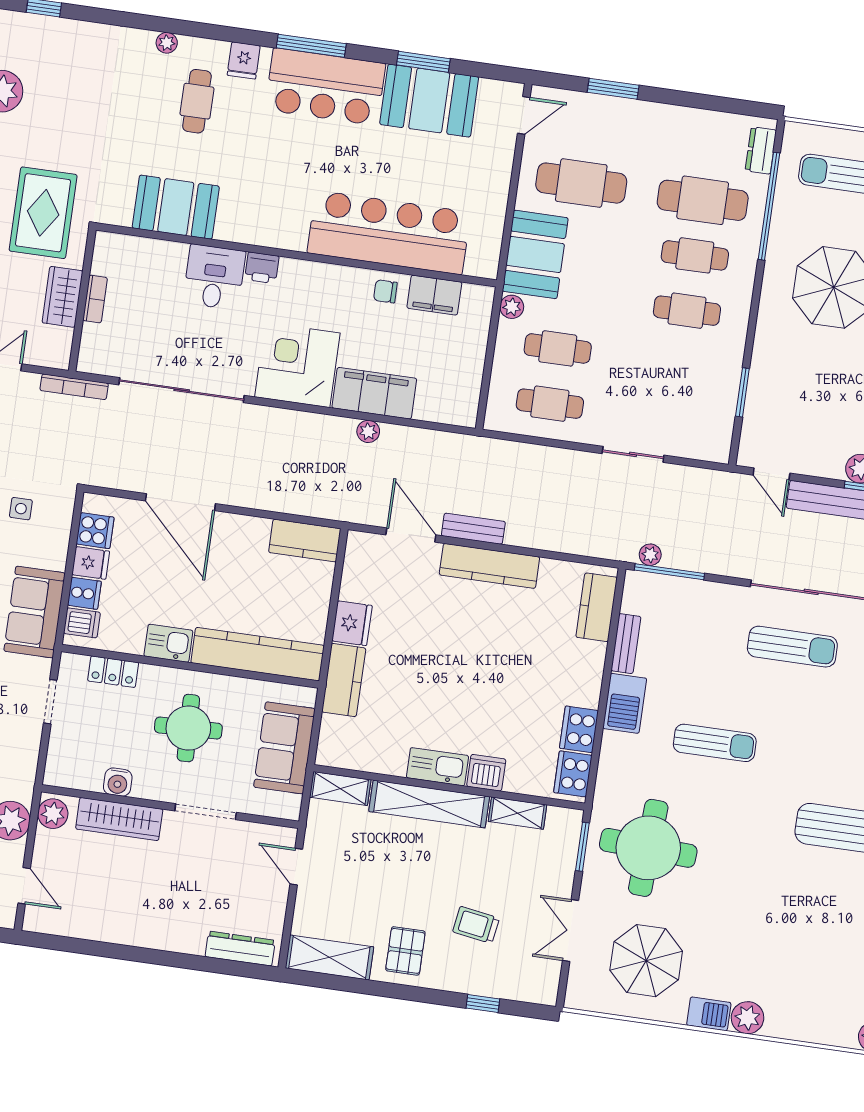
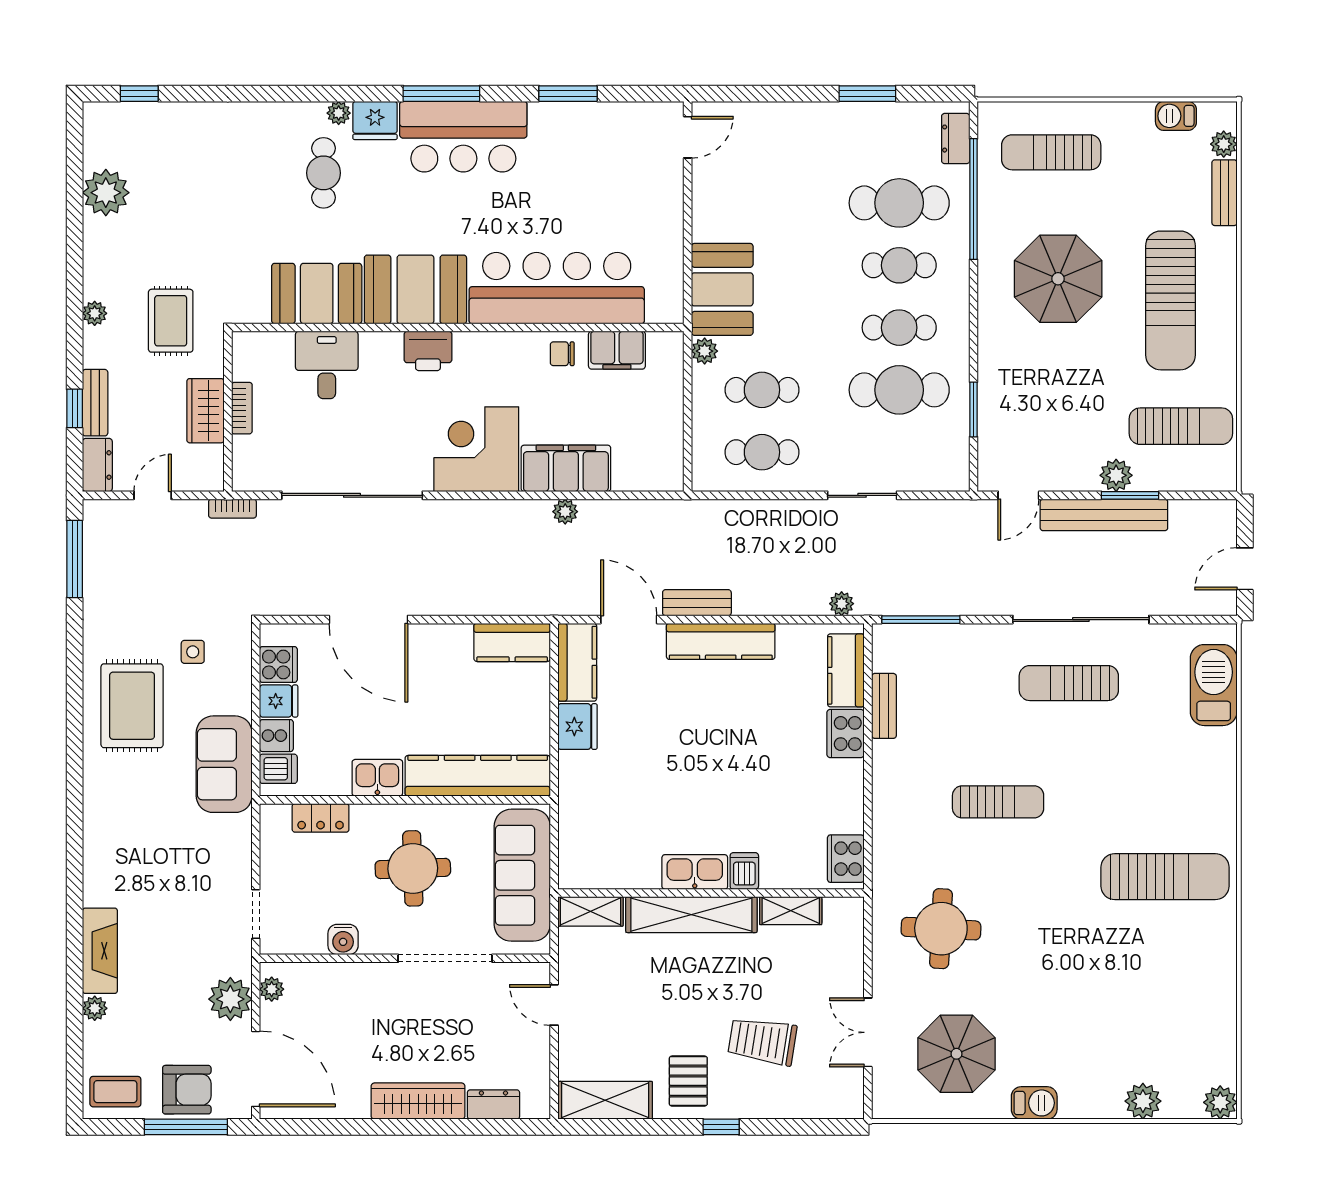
plant: (167, 43) -> (339, 113), moved
fridge: (244, 60) -> (375, 120), width x1.38
window: (613, 89) -> (867, 94), moved
booth: (429, 101) -> (415, 289), moved
cafe table: (581, 183) -> (899, 390), moved
rug: (43, 213) -> (171, 321), width x0.73, depth x0.70
printer: (262, 268) -> (428, 351), width x1.36, depth x1.24
desk: (214, 277) -> (327, 365), moved
bookcase: (74, 387) -> (232, 509), width x0.64
door: (771, 474) -> (1018, 495), hinge flipped
plant: (650, 555) -> (842, 604), moved
sun lounger: (792, 647) -> (1069, 683), turned 180
kitchen counter: (344, 680) -> (577, 662), moved
doorway: (50, 702) -> (256, 914), moved
barbecue: (625, 703) -> (892, 772), removed
cooker: (579, 729) -> (846, 733), moved
sofa: (284, 748) -> (522, 875), width x1.36
dishwasher: (486, 773) -> (744, 871), width x0.73
doorway: (206, 812) -> (445, 958), width x1.36
plant: (53, 814) -> (272, 989), width x0.73, depth x0.73
wardrobe: (119, 819) -> (418, 1101), moved, turned 180
window: (582, 847) -> (868, 938), removed
round table: (648, 848) -> (941, 929), width x0.73, depth x0.73
door: (24, 886) -> (256, 1069), width x1.88
trolley: (476, 925) -> (762, 1041), width x1.36, depth x1.39
dresser: (240, 949) -> (493, 1104), width x0.70
window: (483, 1003) -> (721, 1127), moved
plant: (747, 1018) -> (1143, 1101), moved

